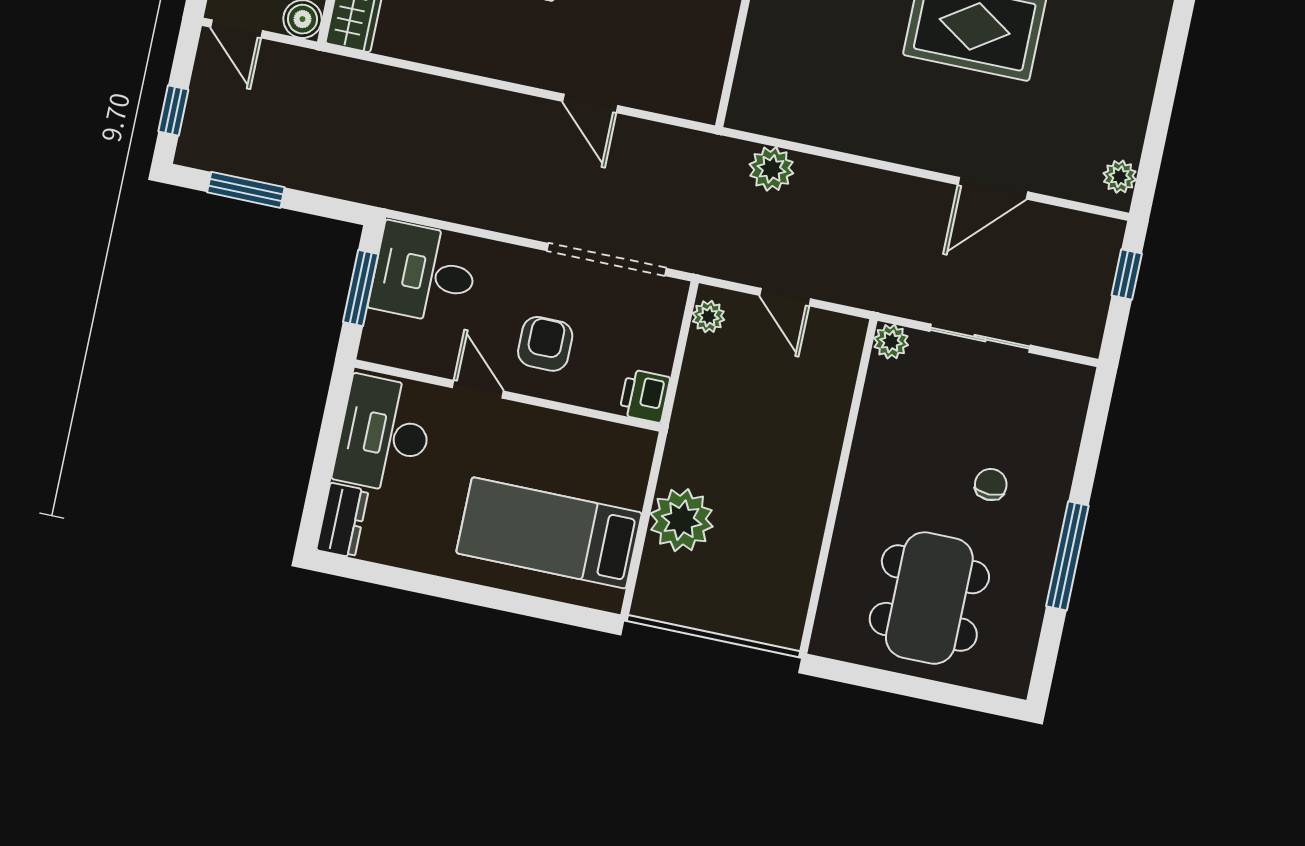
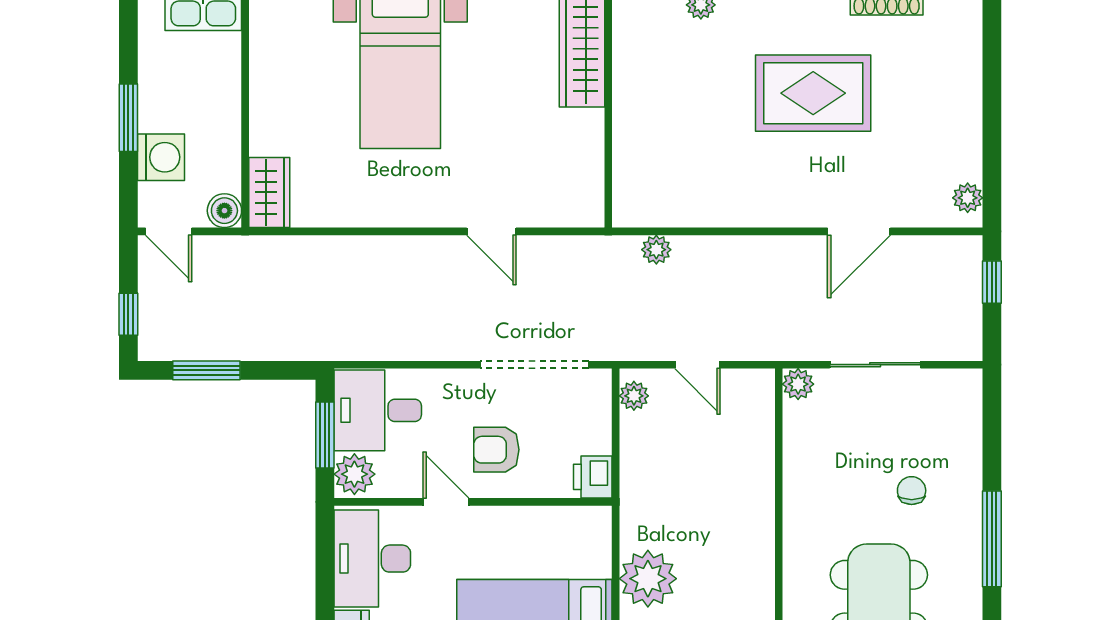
plant: (771, 169) -> (656, 250), width x0.73, depth x0.73
plant: (384, 338) -> (354, 474), added
armchair: (545, 344) -> (496, 450), turned -90

